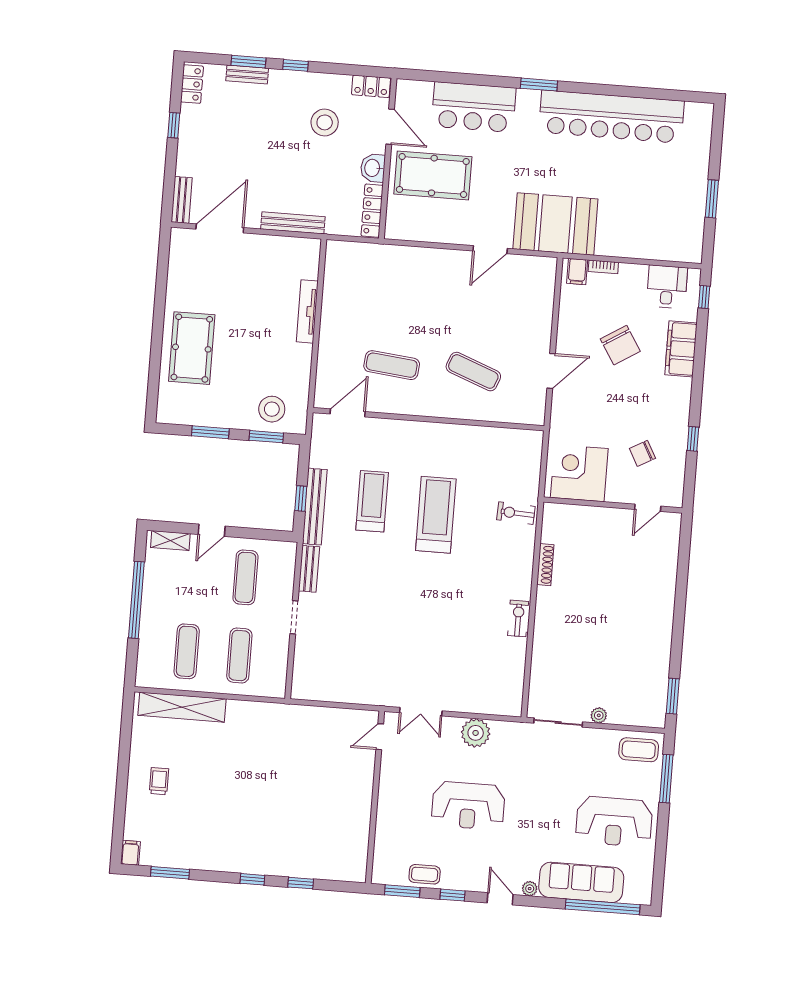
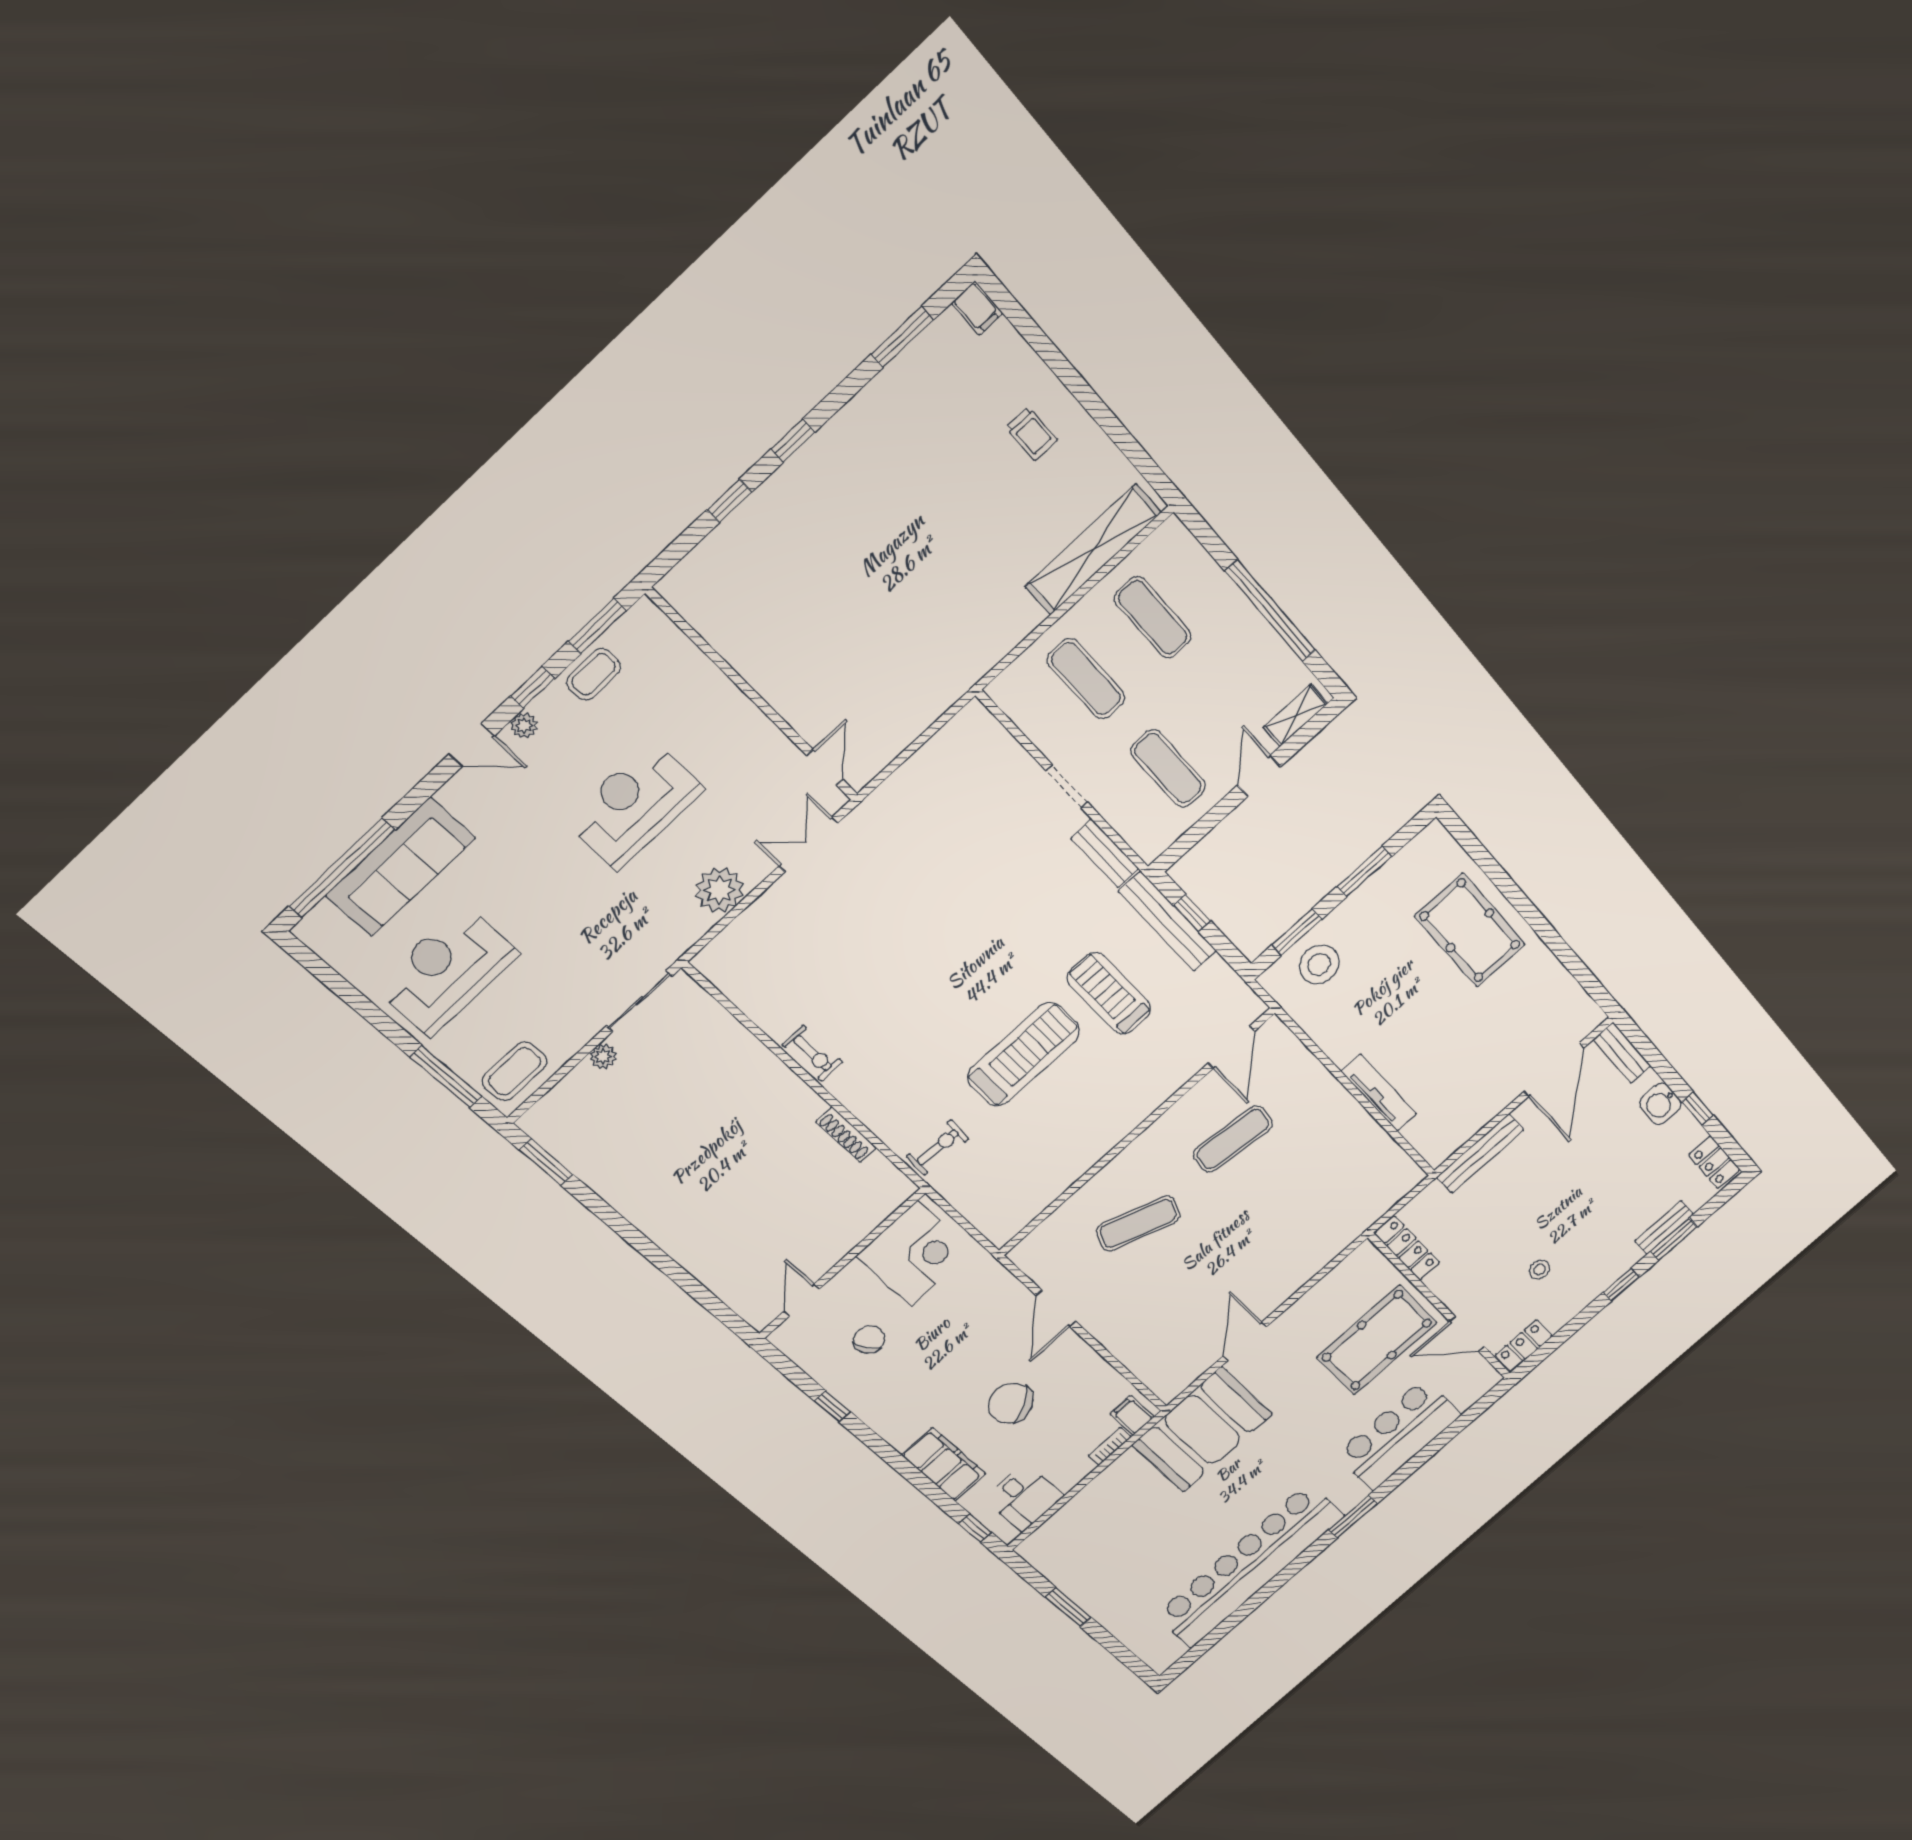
stool: (325, 122) -> (1540, 1270), width x0.53, depth x0.53
washbasin: (373, 168) -> (1660, 1104), moved, turned 180
treadmill: (372, 501) -> (1109, 994), turned 180
treadmill: (436, 515) -> (1023, 1054), turned -90
plant: (530, 889) -> (524, 726), moved

